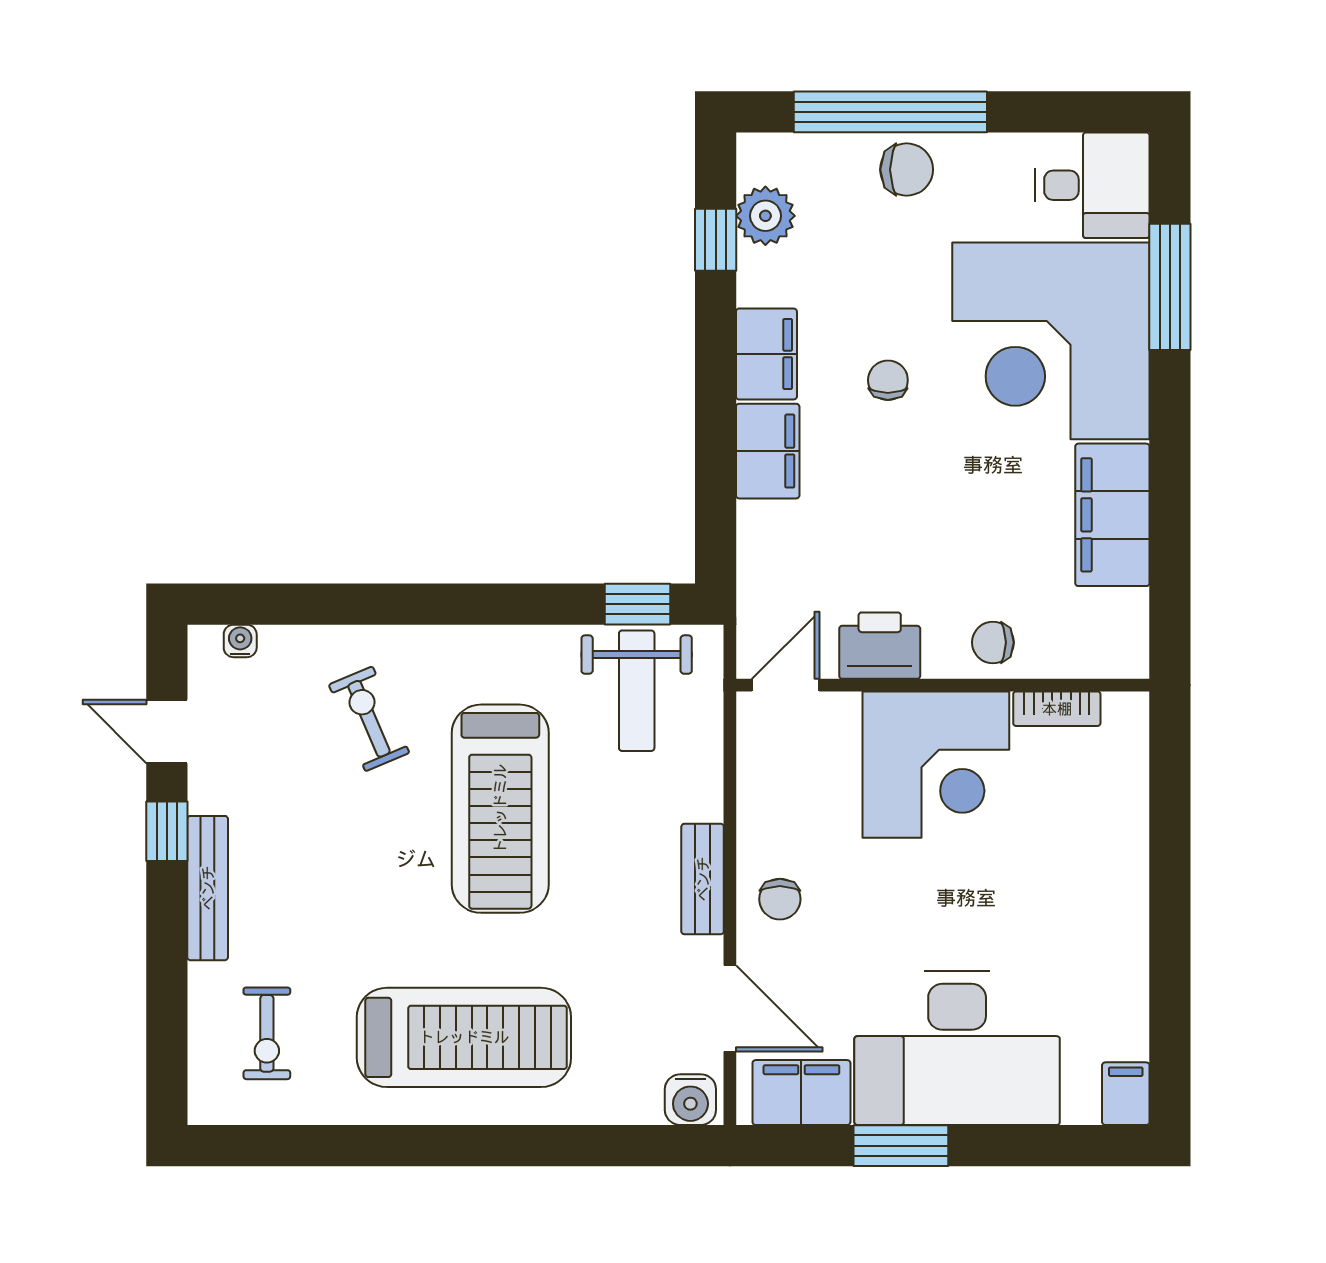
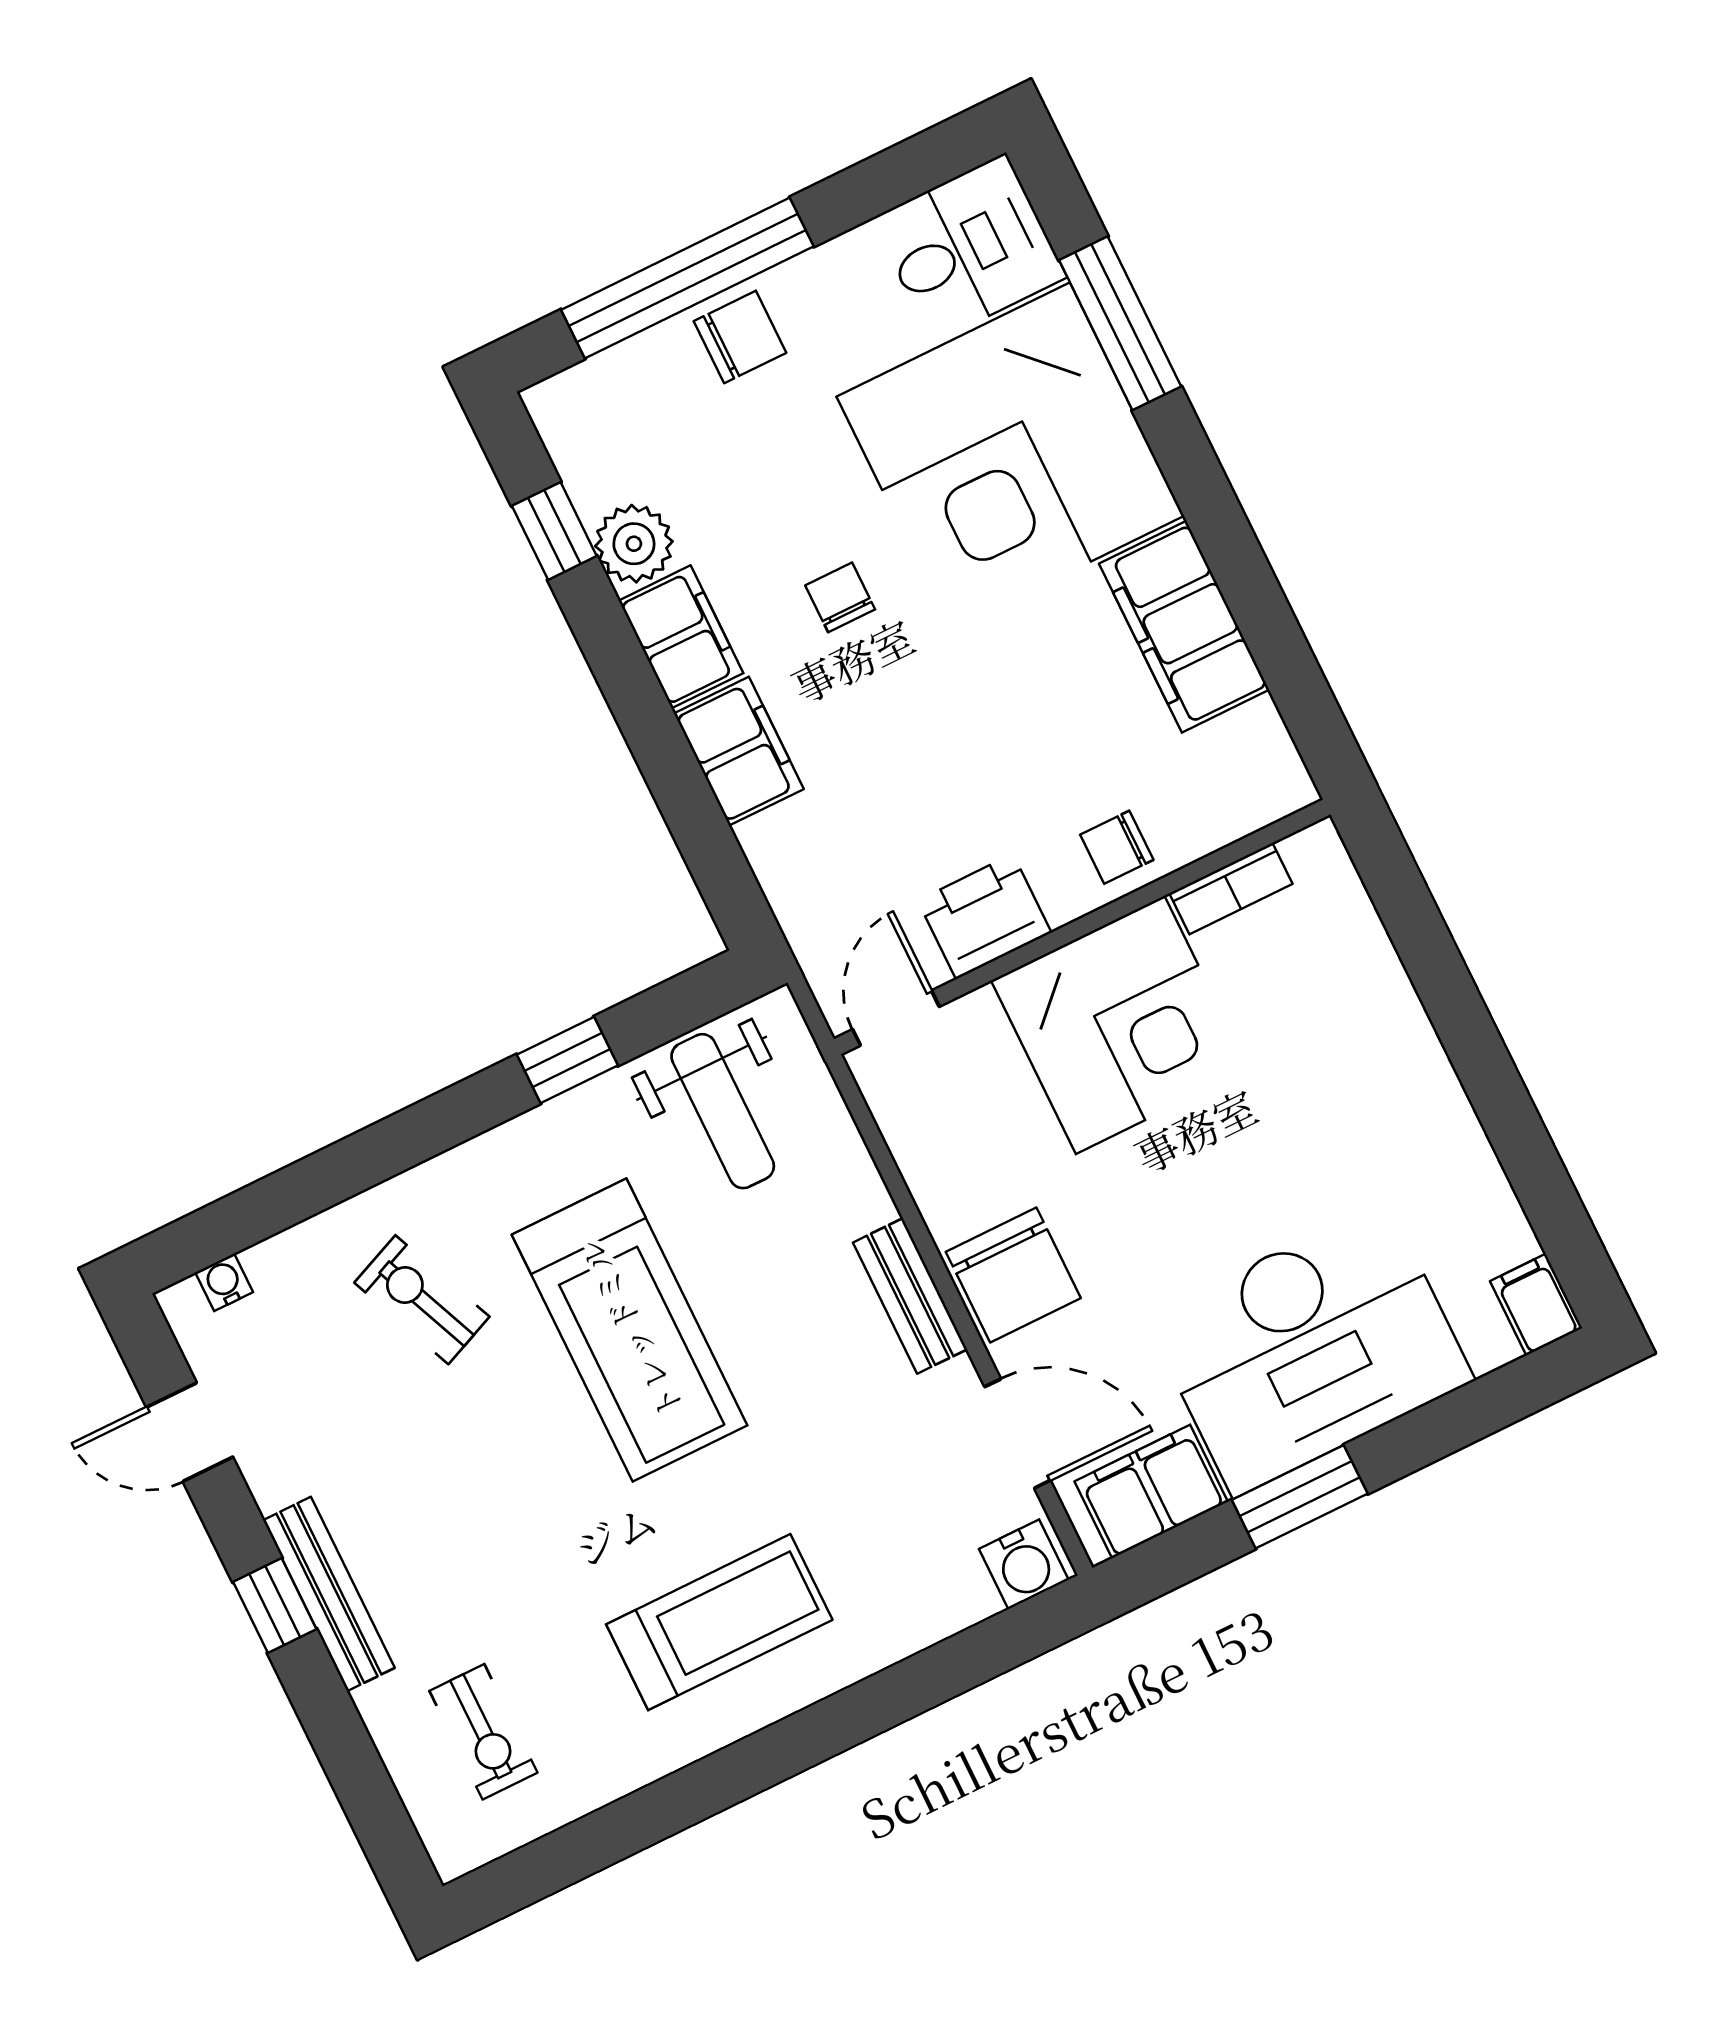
plant: (765, 216) -> (634, 544), moved
window: (637, 604) -> (567, 1060), moved
window: (167, 831) -> (275, 1606), moved
chair: (780, 899) -> (1013, 1275), width x1.87, depth x1.87
treadmill: (464, 1037) -> (719, 1622), width x0.73, depth x0.73

